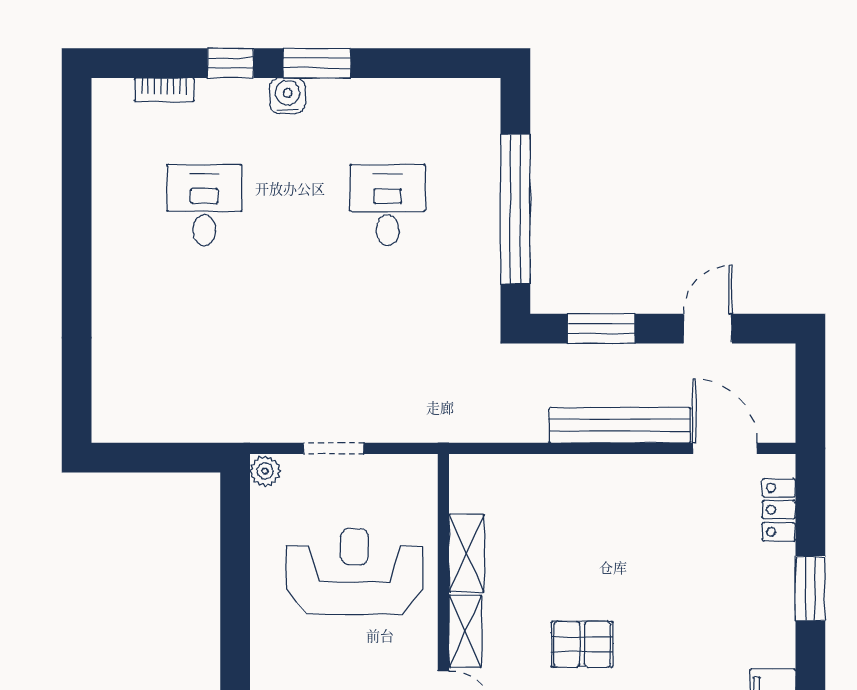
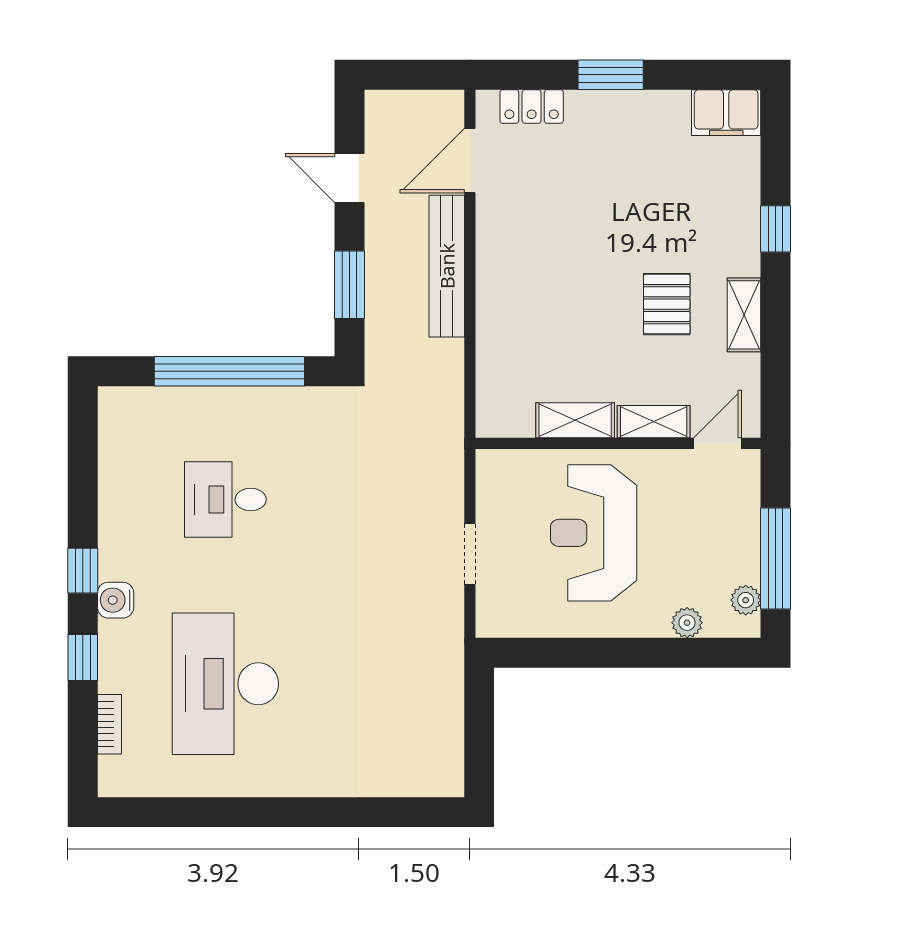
window: (317, 63) -> (83, 571), width x0.67
desk: (204, 205) -> (225, 684), width x1.87, depth x1.30
plant: (265, 471) -> (687, 623), moved

